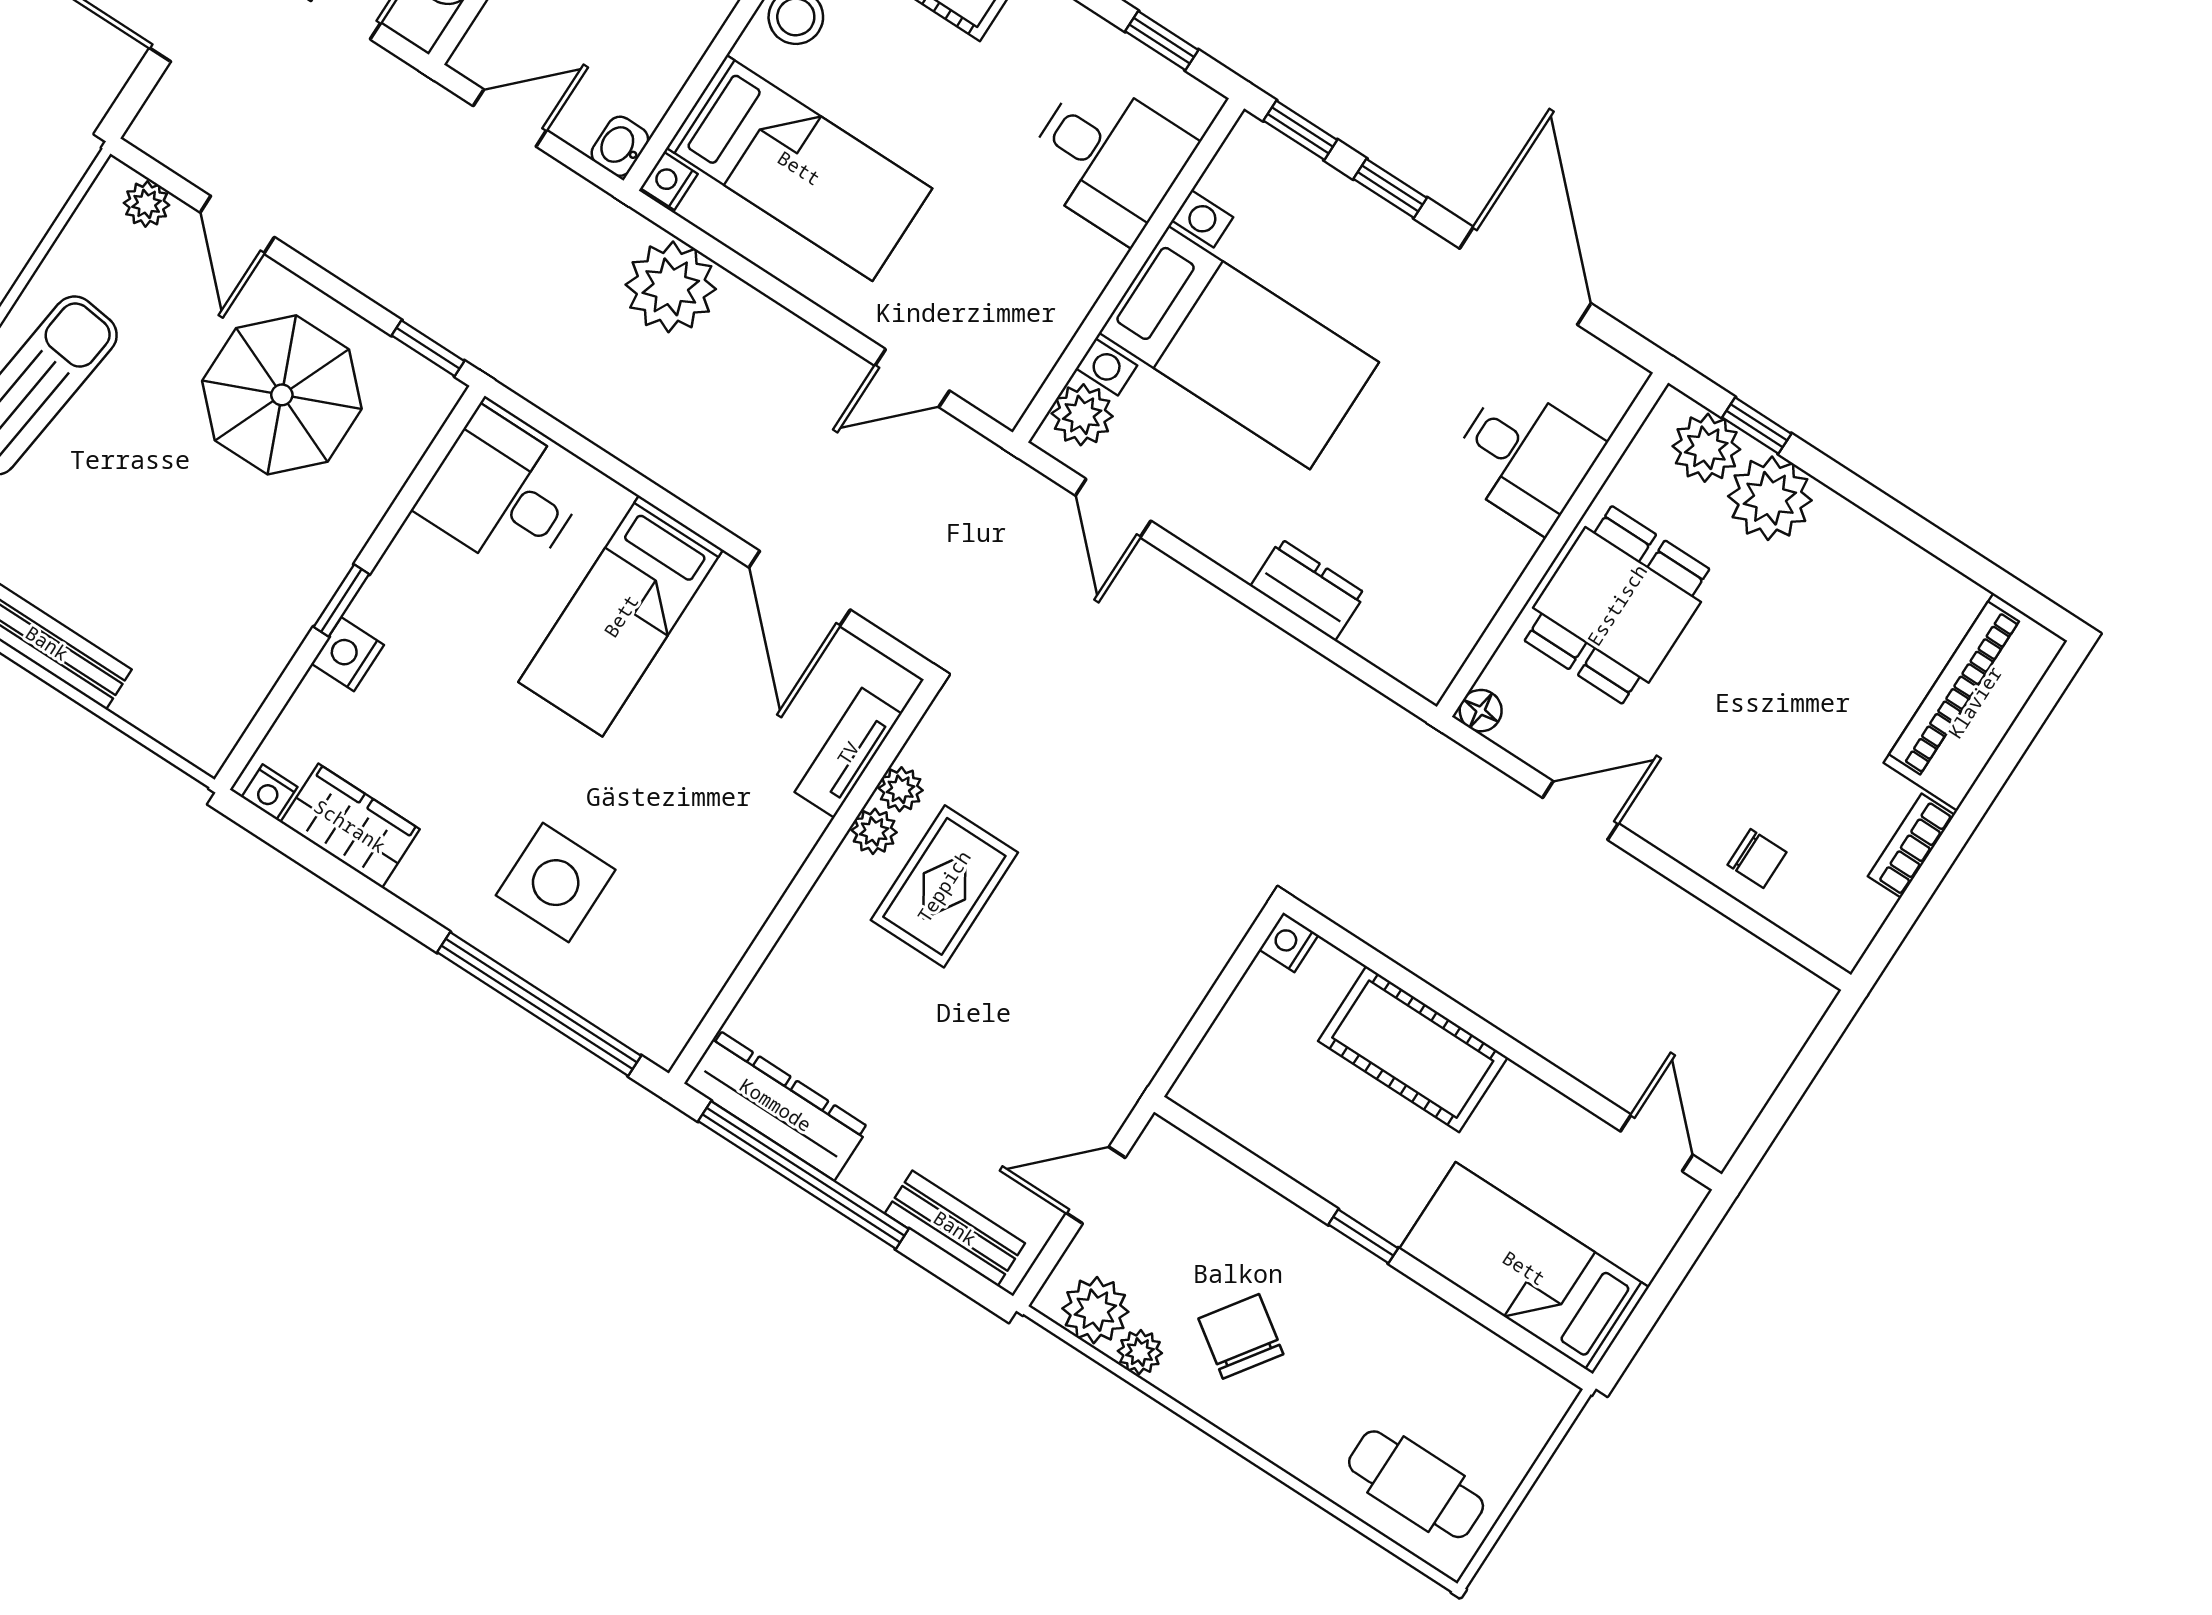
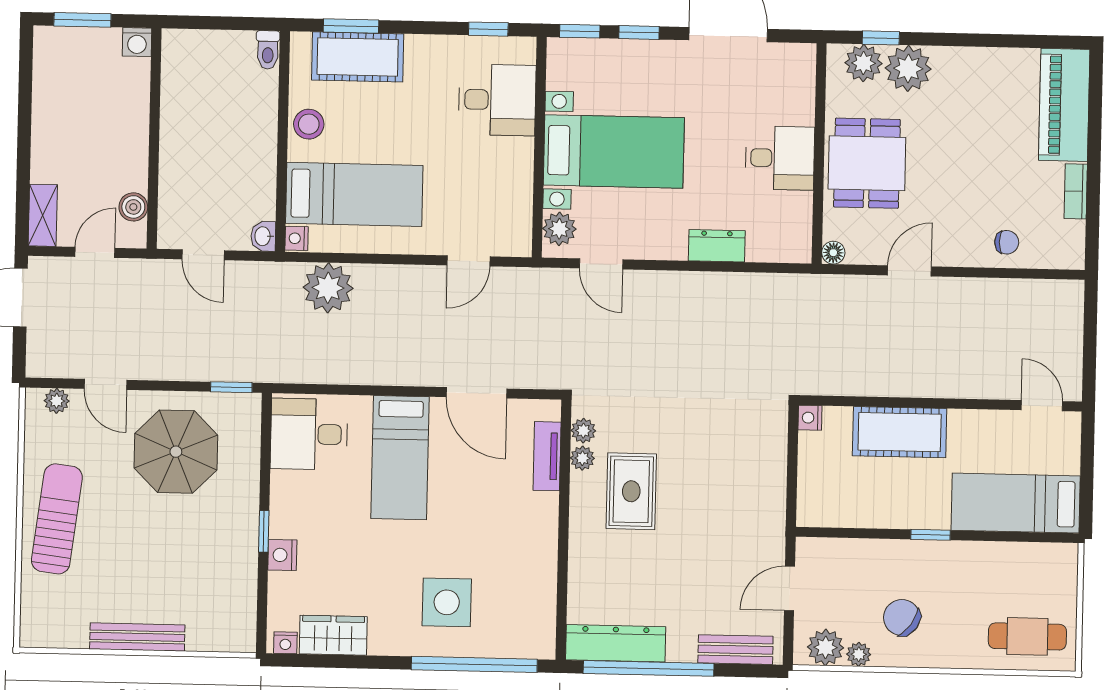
door: (510, 118) -> (203, 255), swing flipped
desk: (1525, 457) -> (780, 158), moved
plant: (874, 831) -> (583, 431), moved

